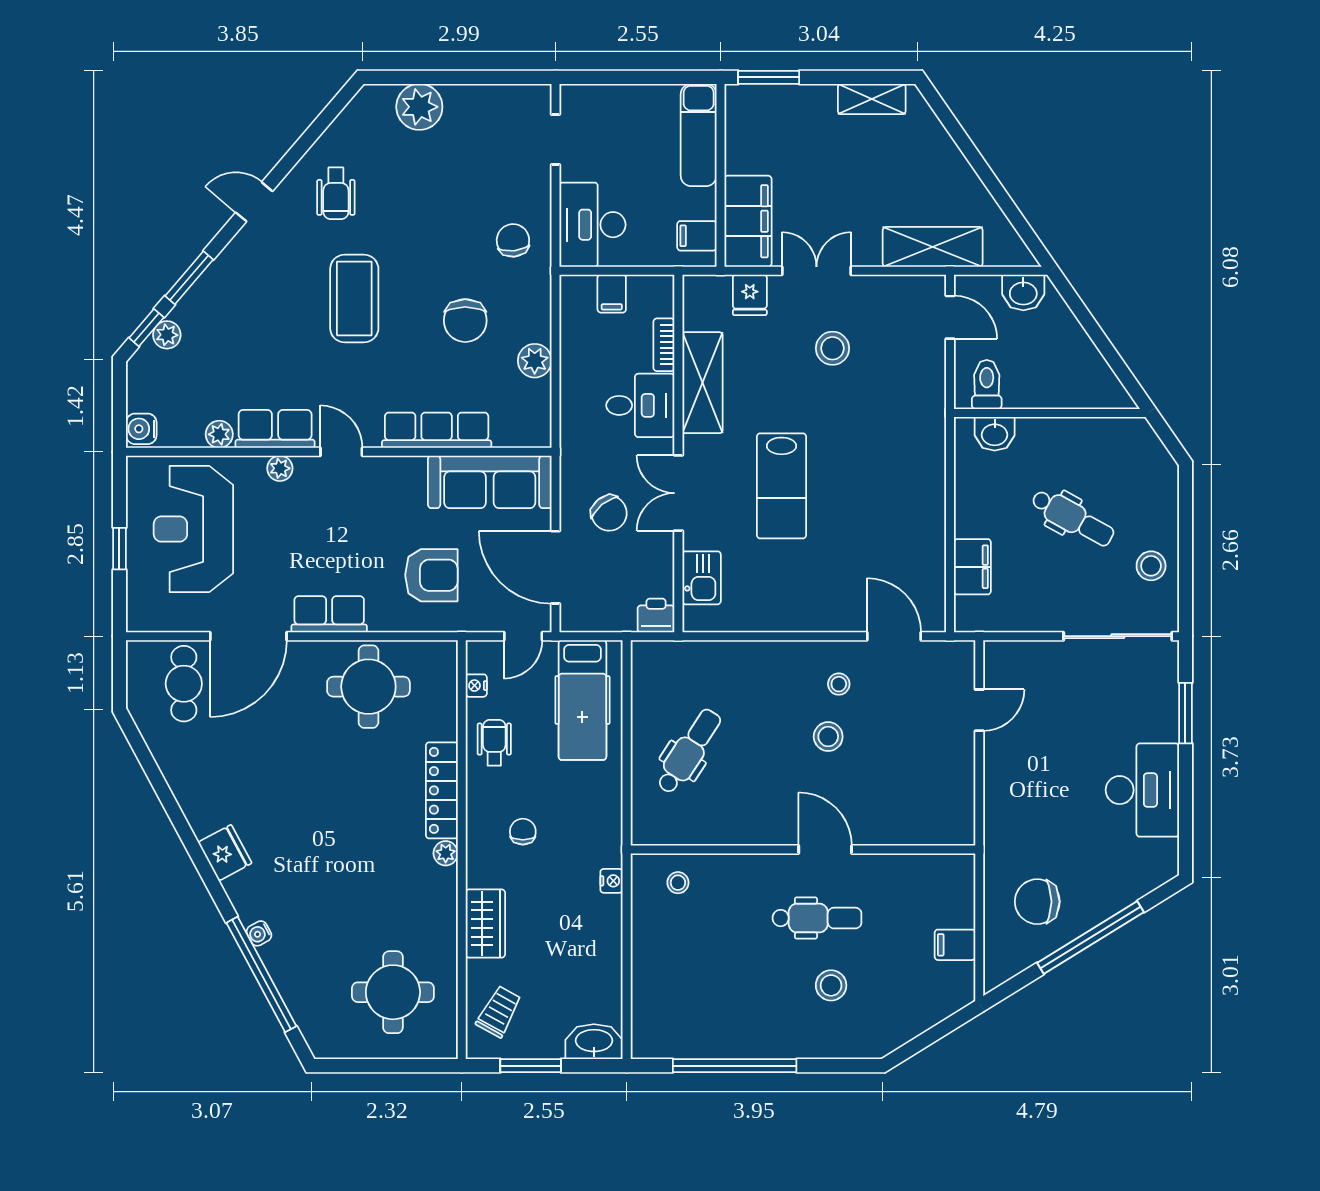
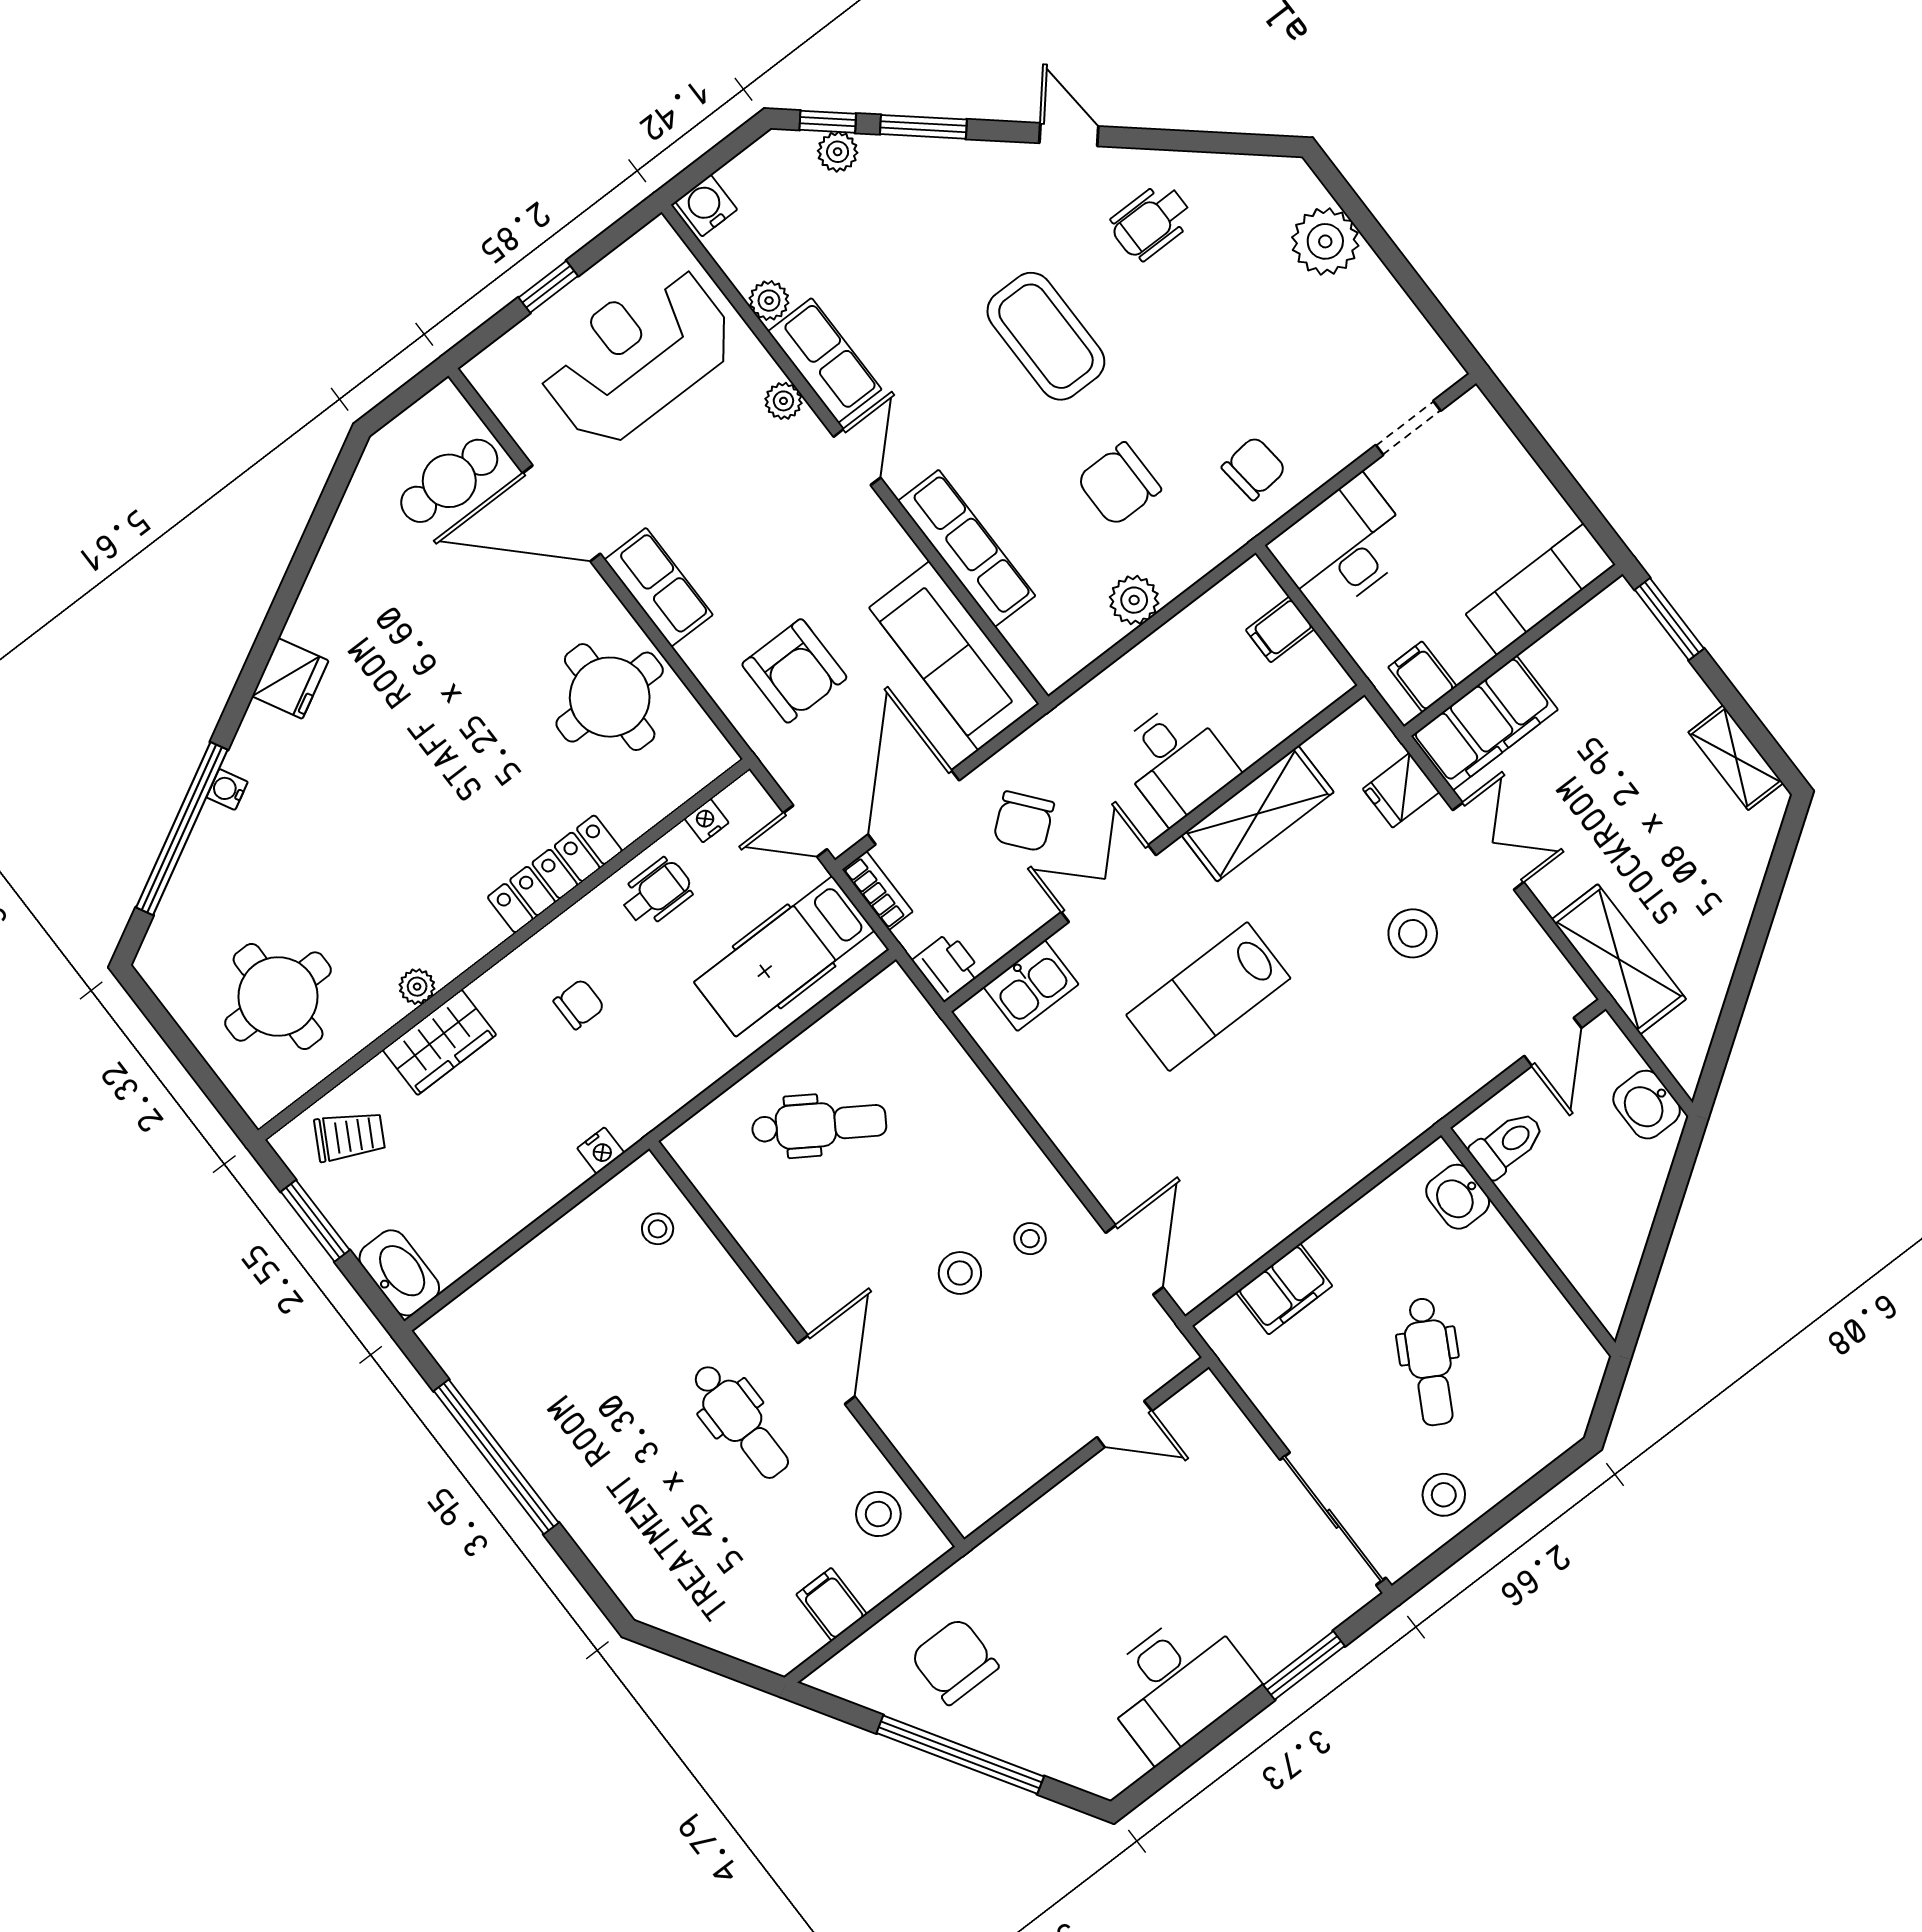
coffee table: (354, 299) -> (1046, 336), turned 90
bookcase: (664, 345) -> (877, 891), moved, turned 90
plant: (446, 853) -> (417, 987), moved
stool: (831, 985) -> (878, 1514), moved

